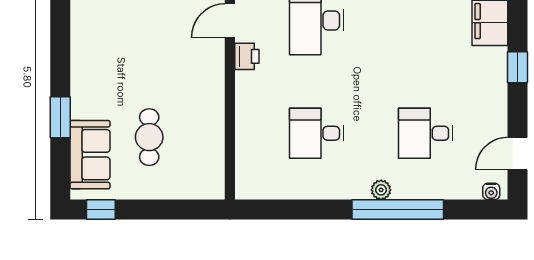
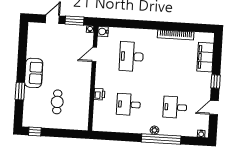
printer: (247, 56) -> (99, 94), moved
door: (517, 153) -> (214, 108), moved
sofa: (90, 155) -> (34, 73), moved

